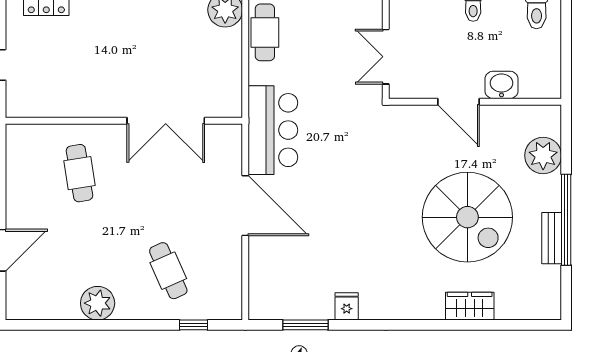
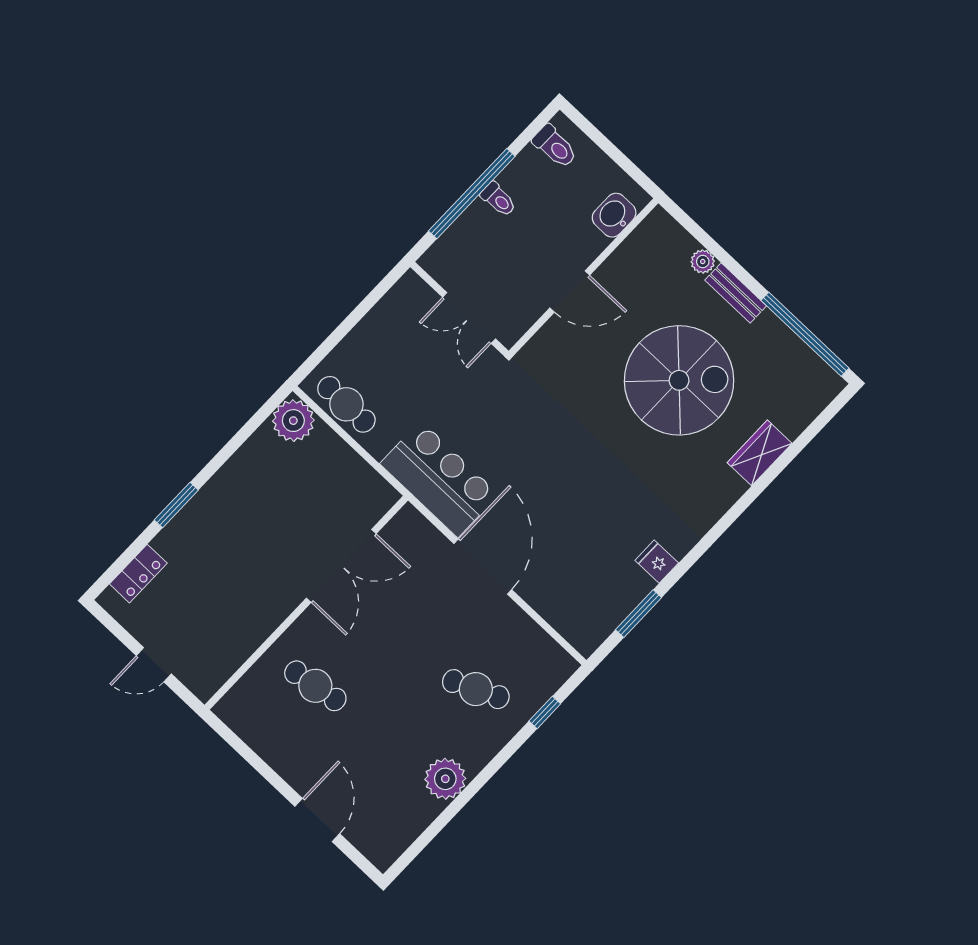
washbasin: (501, 85) -> (614, 215), moved
plant: (543, 155) -> (703, 262), width x0.53, depth x0.53
door: (245, 206) -> (483, 567), hinge flipped
window: (566, 220) -> (805, 334), moved
bench: (552, 238) -> (736, 293), moved

